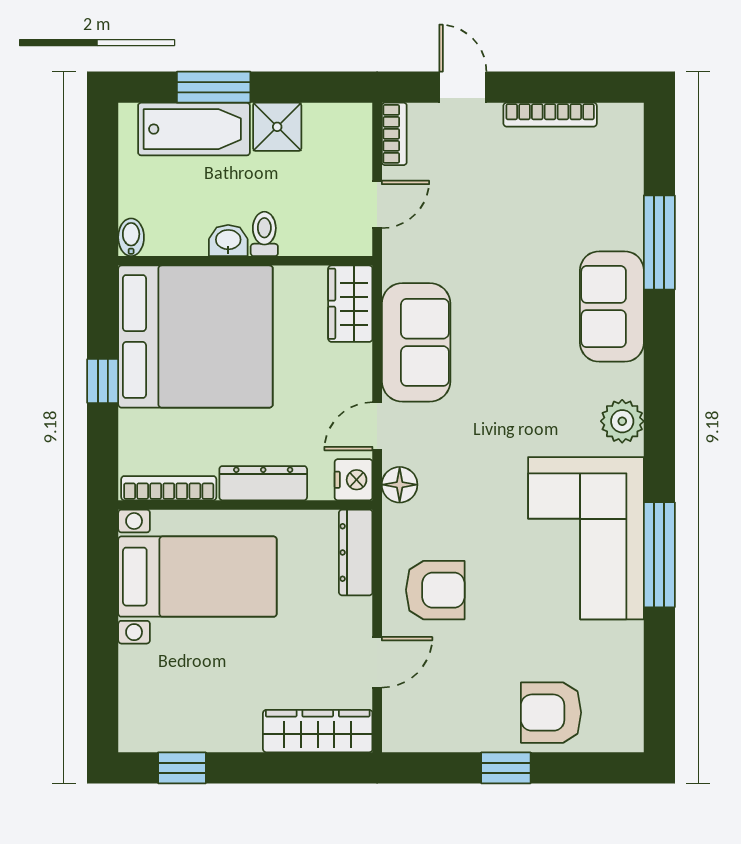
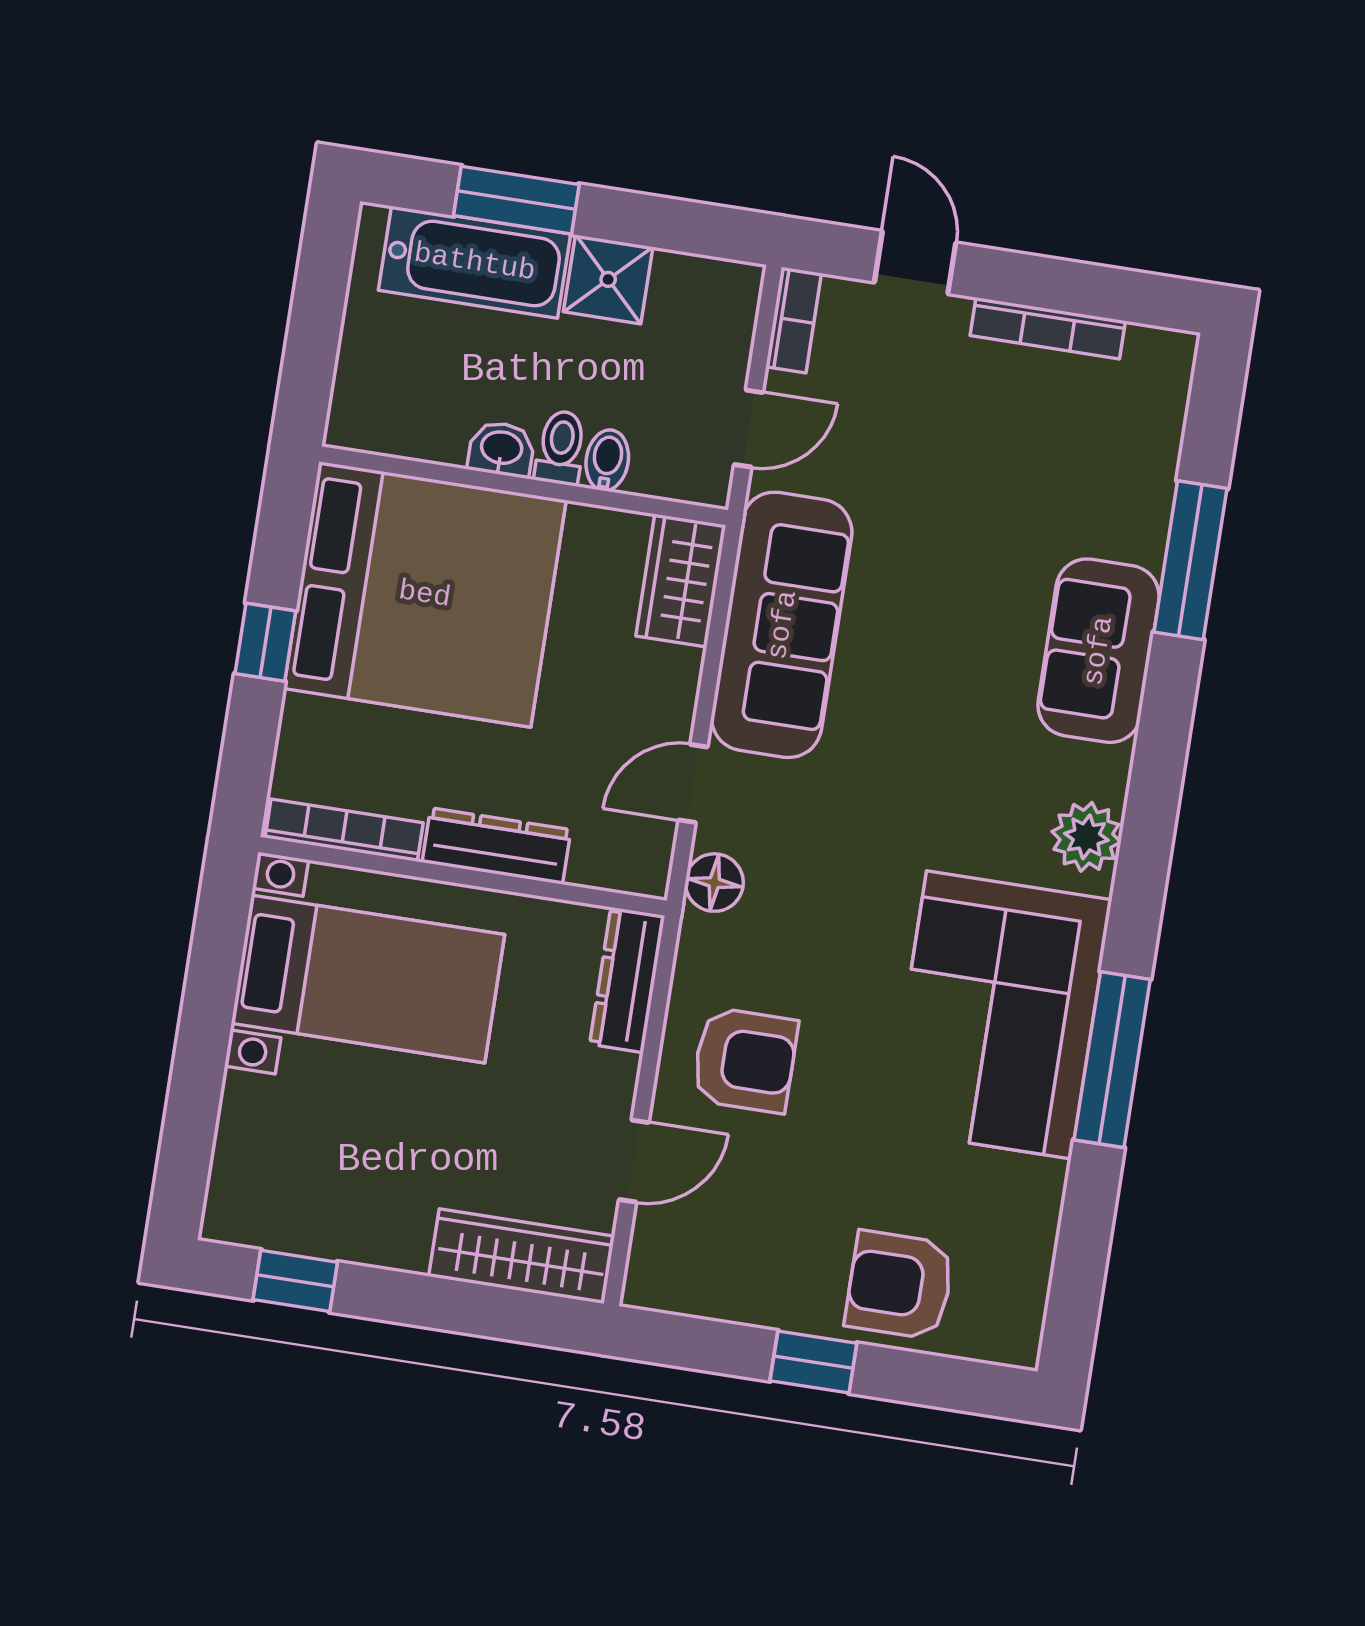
bidet: (131, 237) -> (607, 460), moved
sofa: (416, 342) -> (782, 625), width x1.36
nightstand: (354, 480) -> (642, 863), removed

